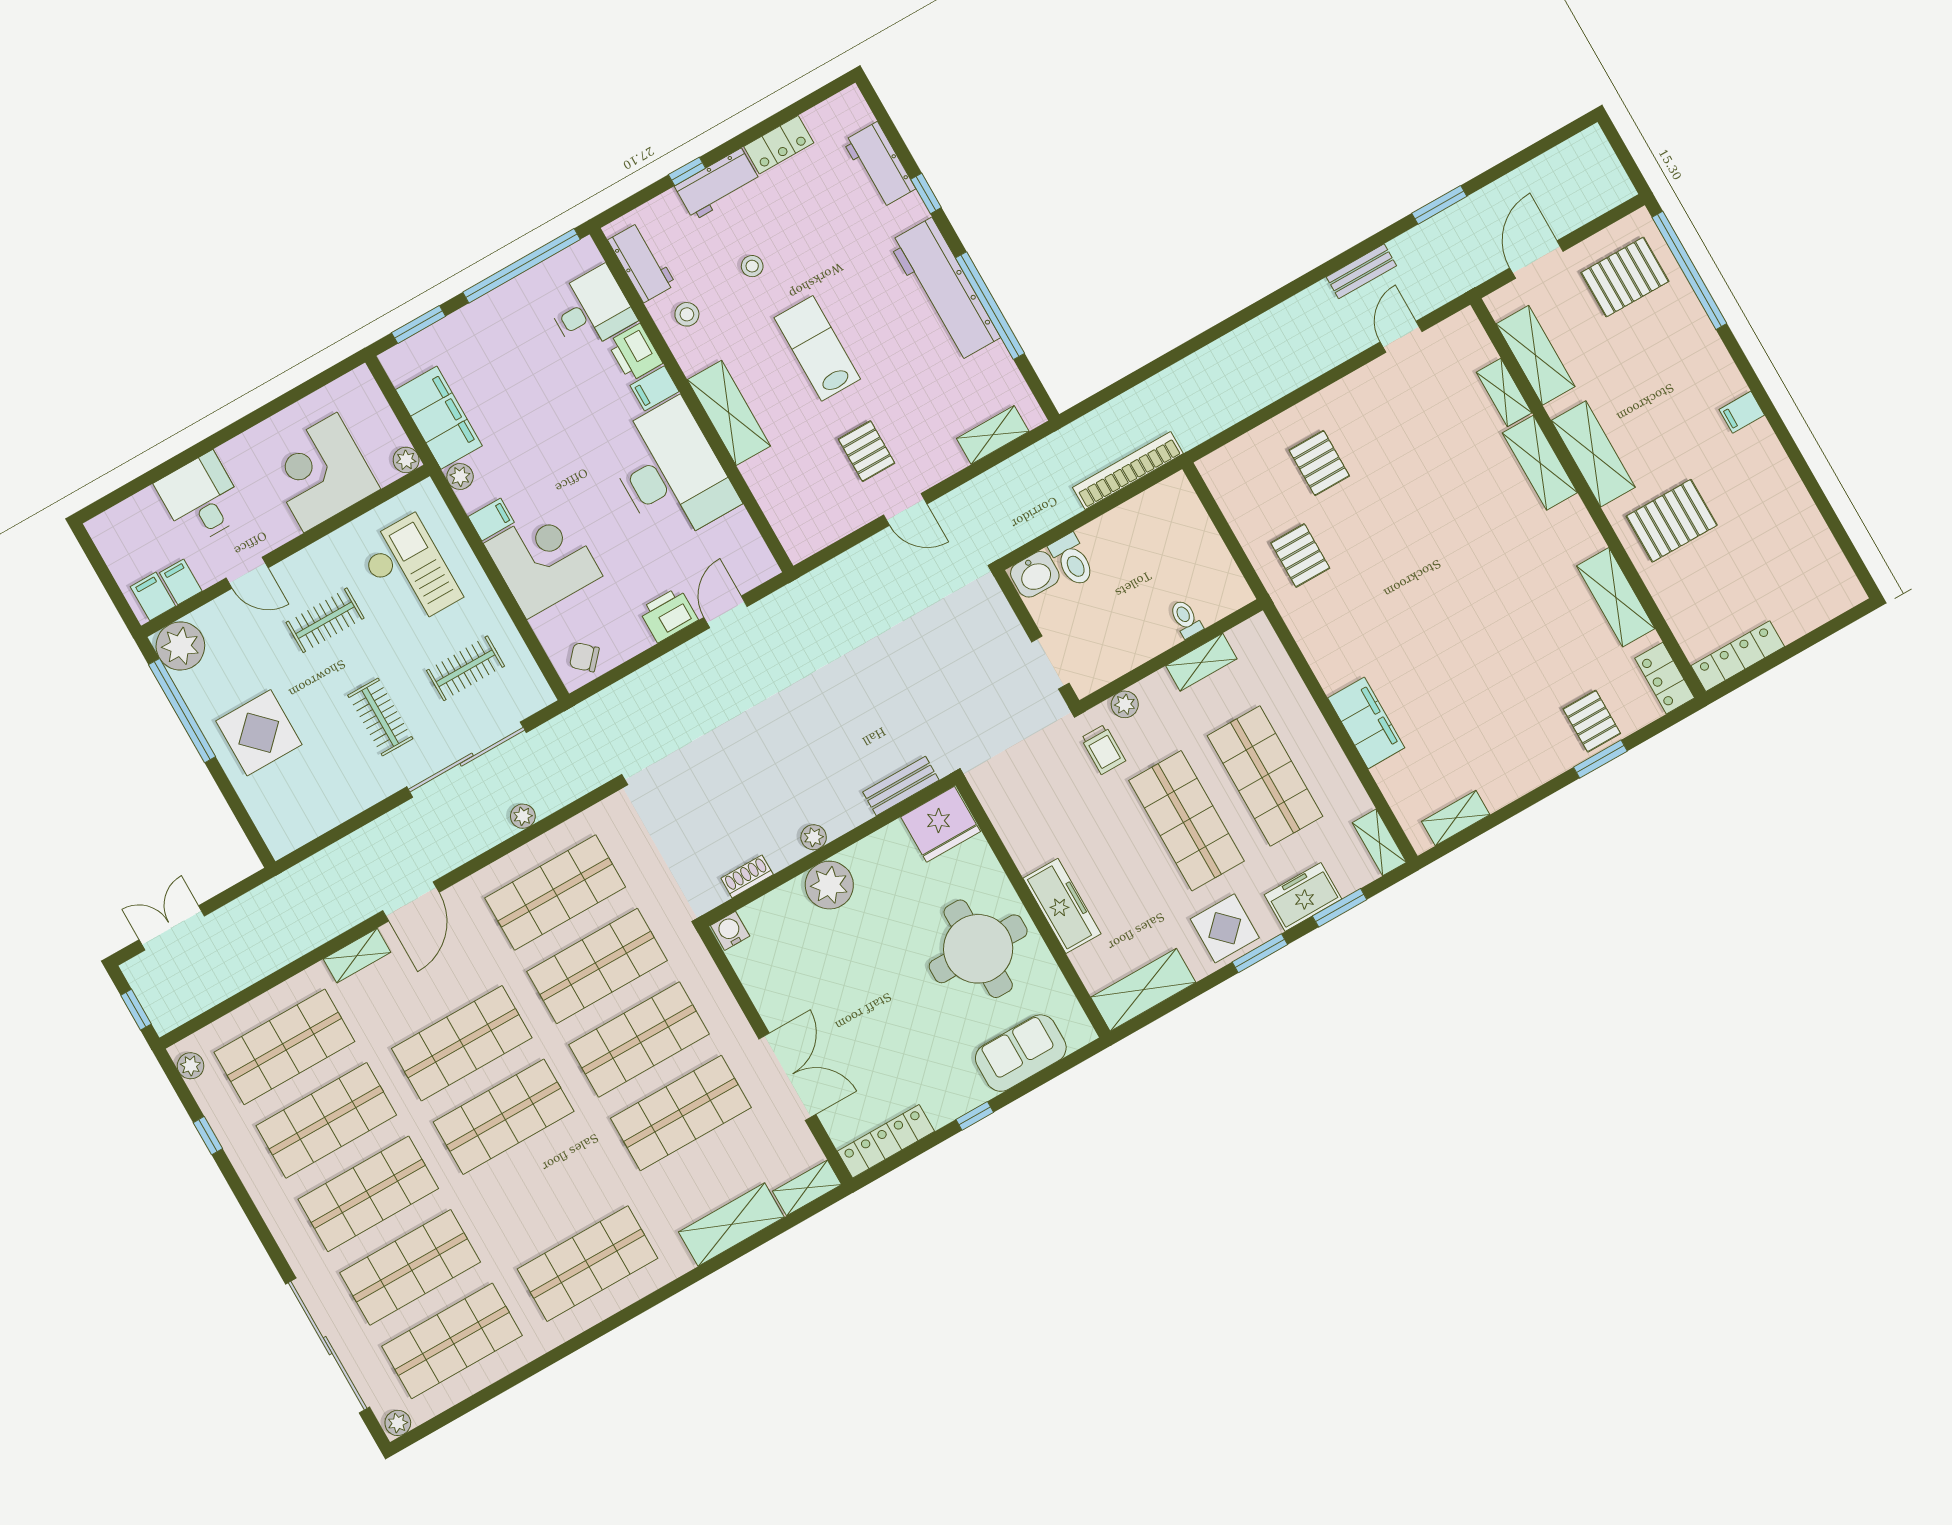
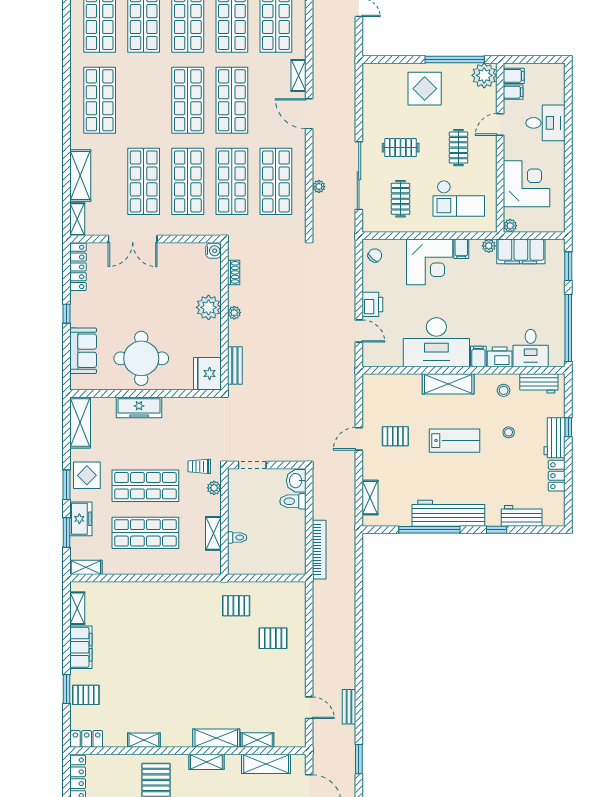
shelving: (1593, 454) -> (206, 762), width x0.67, depth x0.75
shelving: (1616, 597) -> (144, 740), width x0.67, depth x0.75
filing cabinet: (1366, 723) -> (81, 647), moved, turned -90

